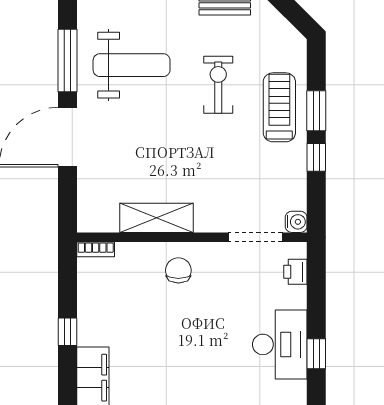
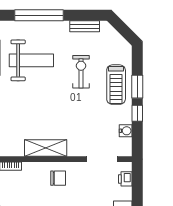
treadmill: (279, 107) -> (116, 85), turned 180
water cooler: (296, 222) -> (126, 131), moved
chair: (178, 270) -> (58, 178), turned 90

